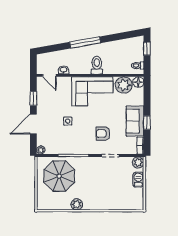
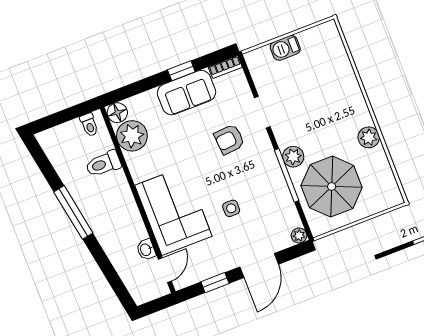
window: (85, 42) -> (73, 212), moved
window: (147, 49) -> (54, 120), removed
toilet: (97, 65) -> (103, 164), moved
corner sofa: (92, 91) -> (173, 211), moved
door: (33, 124) -> (259, 266), hinge flipped
armchair: (103, 134) -> (229, 139), turned 85
plant: (138, 162) -> (293, 157), moved

